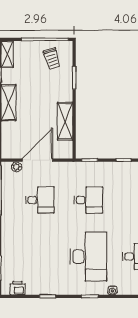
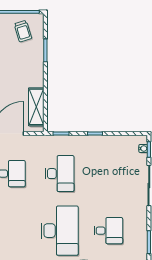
shelving: (65, 121) -> (36, 107), moved
desk: (88, 200) -> (60, 174), width x1.37

